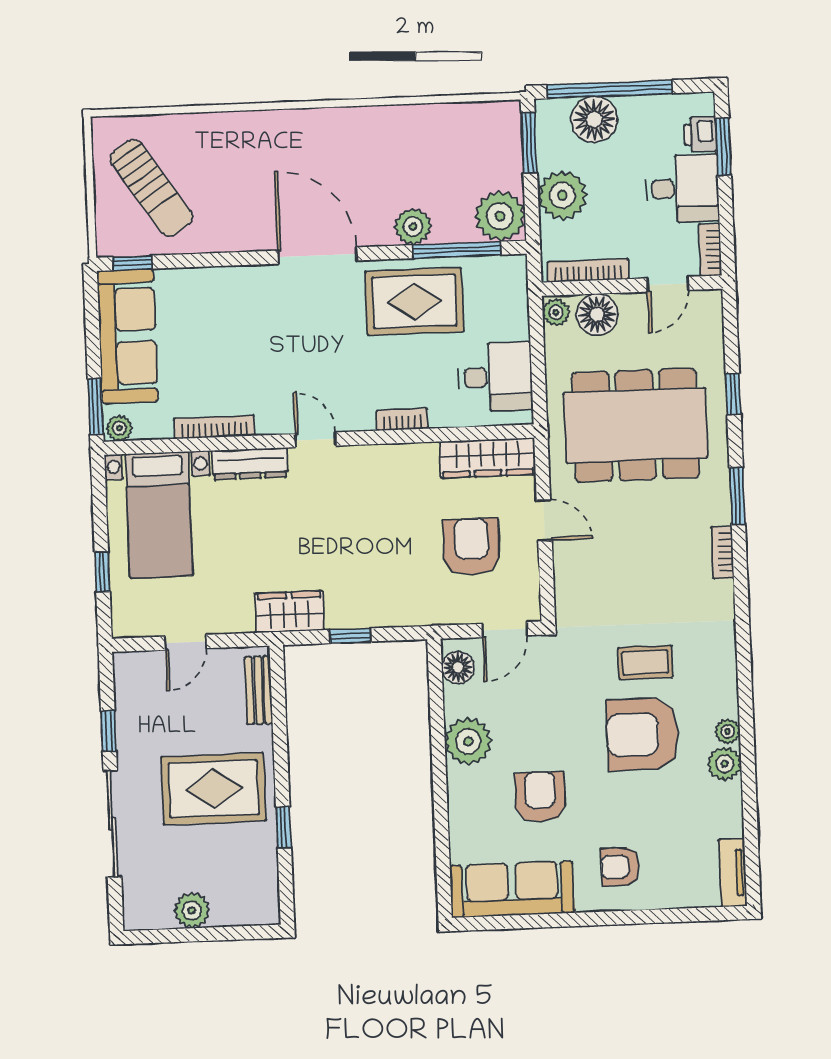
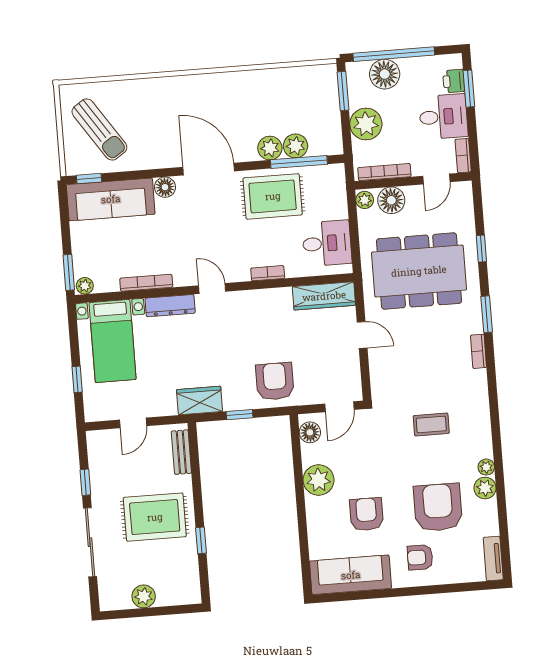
plant: (500, 216) -> (296, 146), moved, width x0.73, depth x0.73
floor lamp: (249, 281) -> (165, 187), added
sofa: (128, 336) -> (111, 199), moved, turned 90
armchair: (471, 547) -> (275, 381), moved
armchair: (643, 734) -> (438, 507), moved, turned 90

